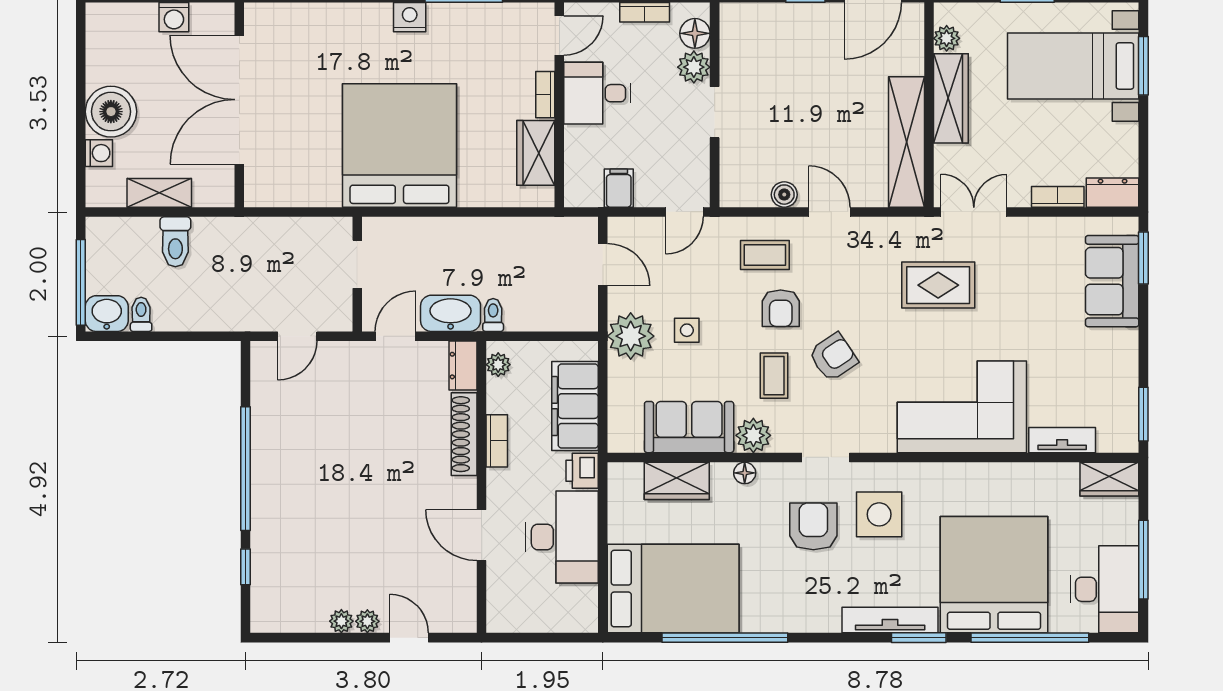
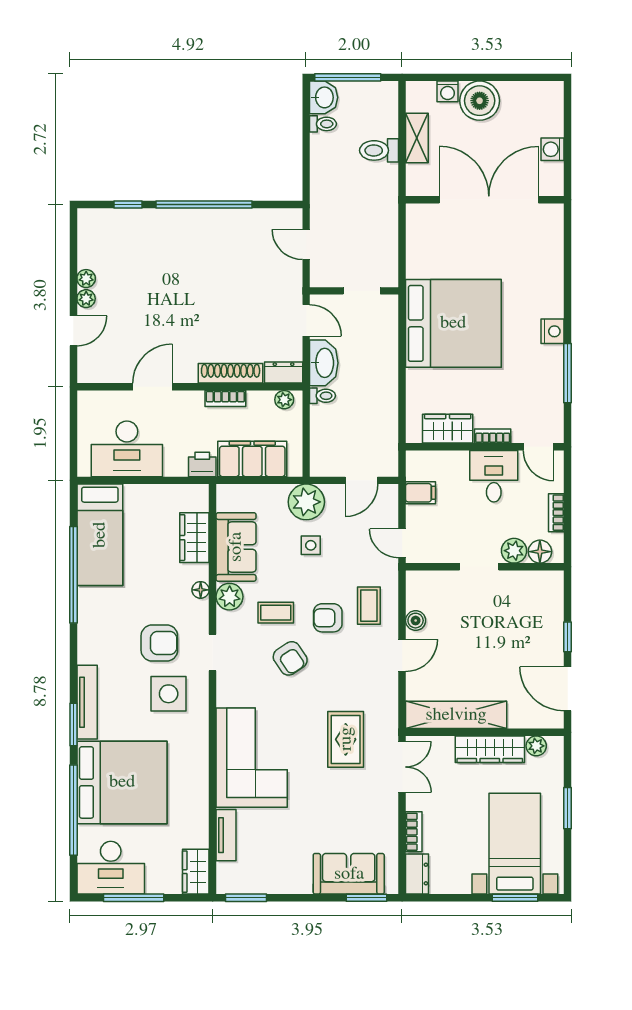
desk: (562, 537) -> (127, 449), moved
bed: (673, 589) -> (100, 535), width x0.67

